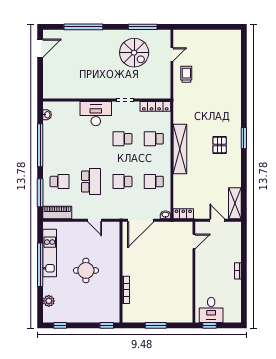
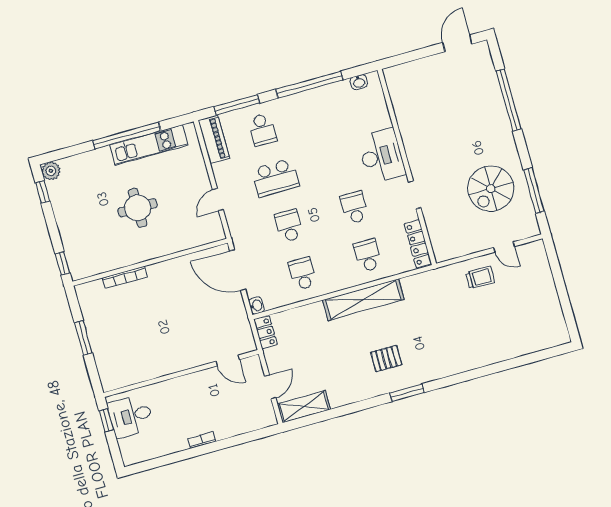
door: (40, 48) -> (457, 43), swing flipped
plant: (49, 301) -> (51, 171), moved

